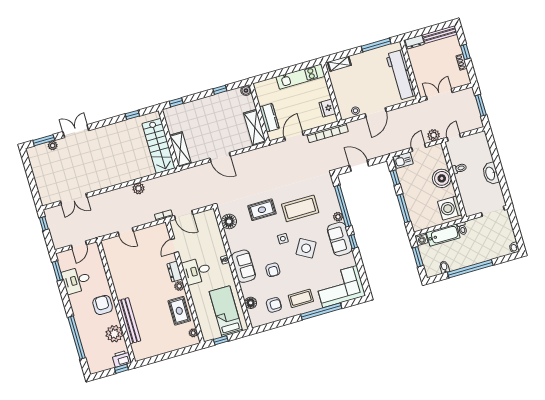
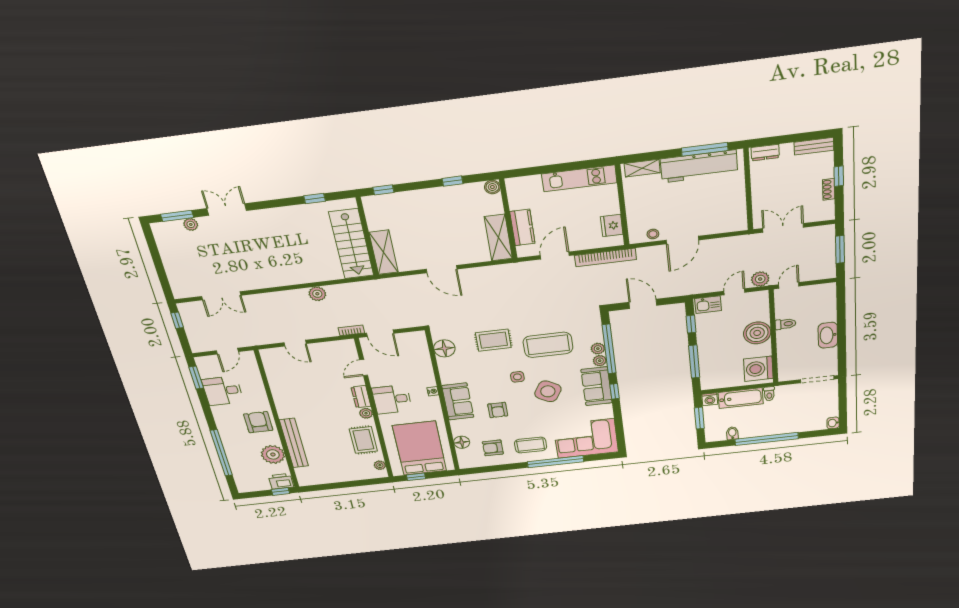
bench: (440, 35) -> (814, 146), width x0.73
workbench: (401, 75) -> (699, 166), moved, turned -90
plant: (335, 207) -> (598, 349), added
armchair: (274, 305) -> (493, 448), turned 180
bed: (226, 311) -> (420, 448), width x1.50

